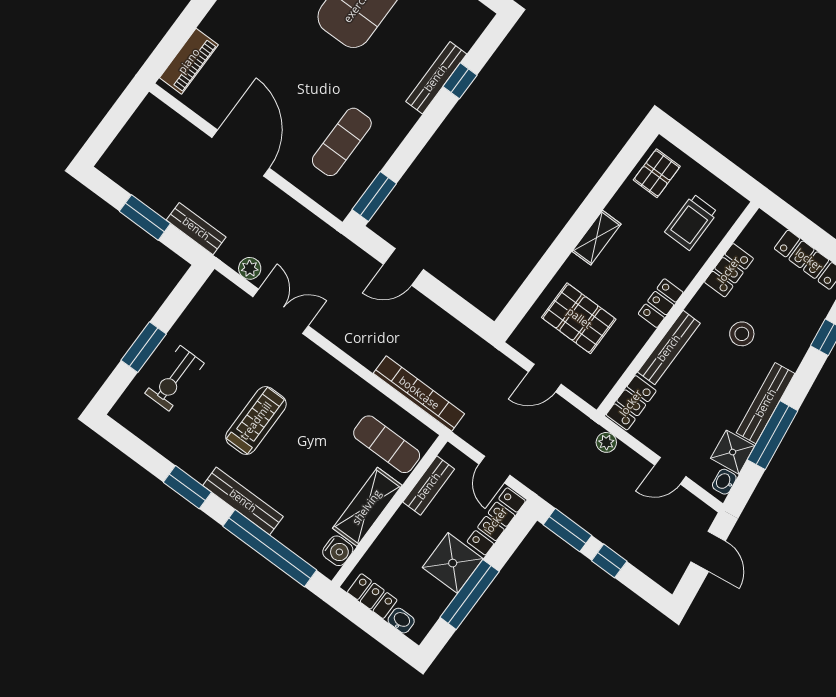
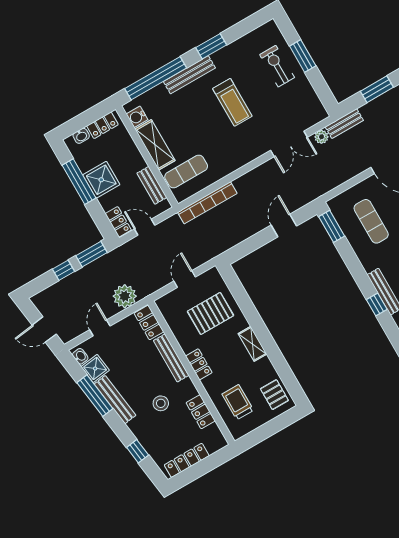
bench: (196, 229) -> (344, 124), moved
plant: (606, 442) -> (125, 296), width x1.88, depth x1.88
locker: (496, 521) -> (118, 222), width x0.66

